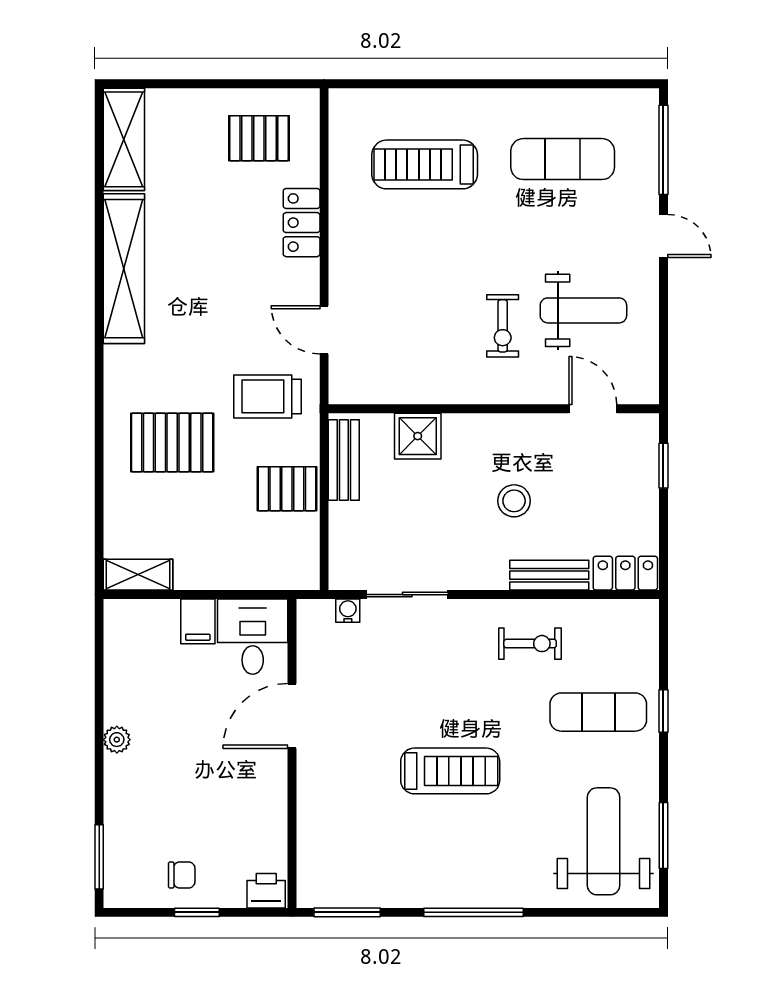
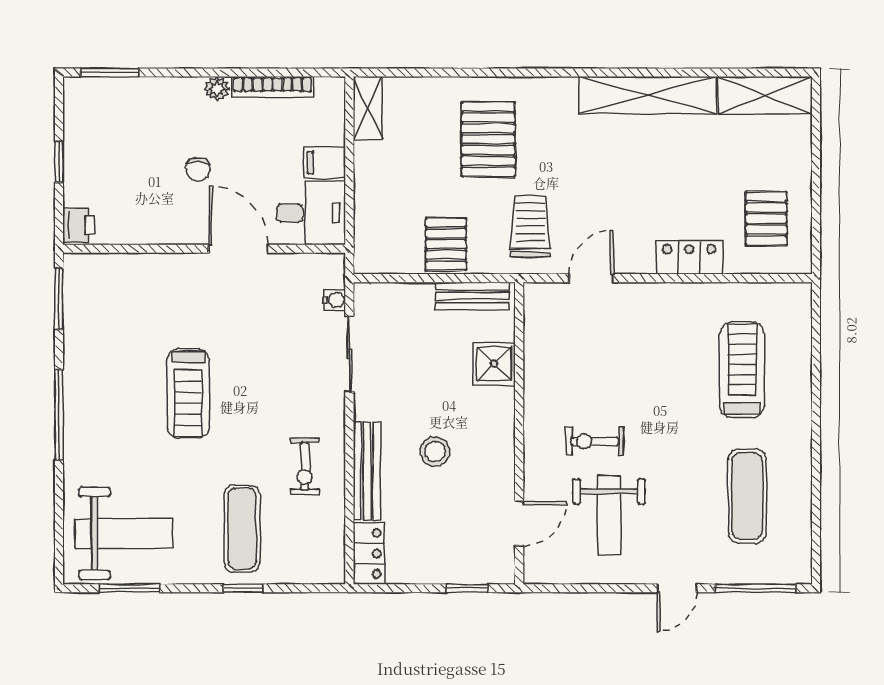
bench: (549, 575) -> (367, 471), width x1.36
bookcase: (115, 679) -> (273, 87), added
chair: (182, 875) -> (198, 169), moved

